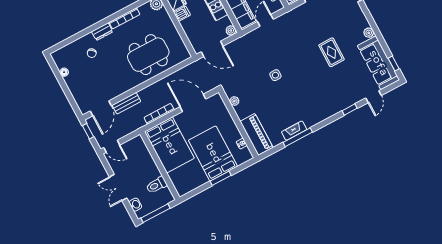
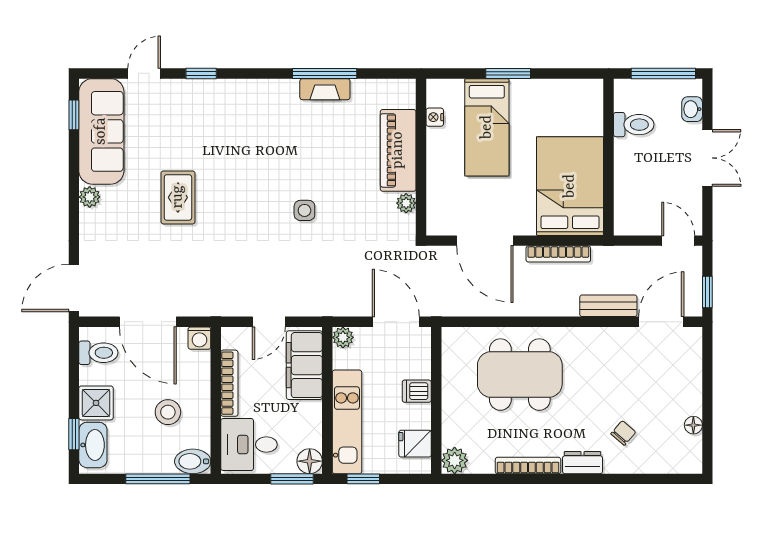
dishwasher: (182, 14) -> (417, 391), moved
piano: (257, 134) -> (398, 150), moved
bed: (213, 153) -> (487, 127), width x0.67

